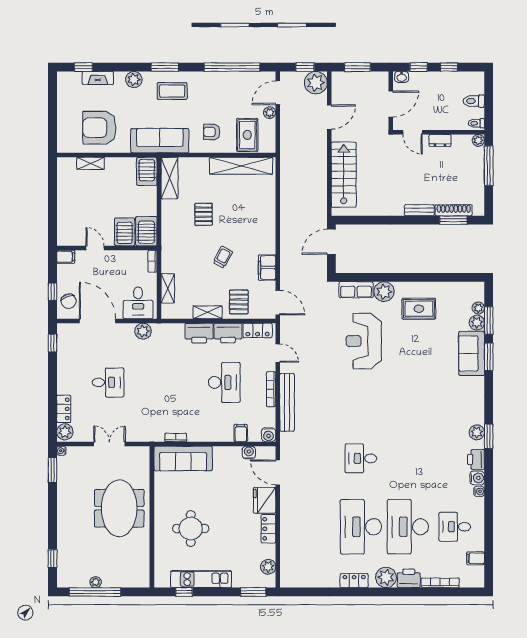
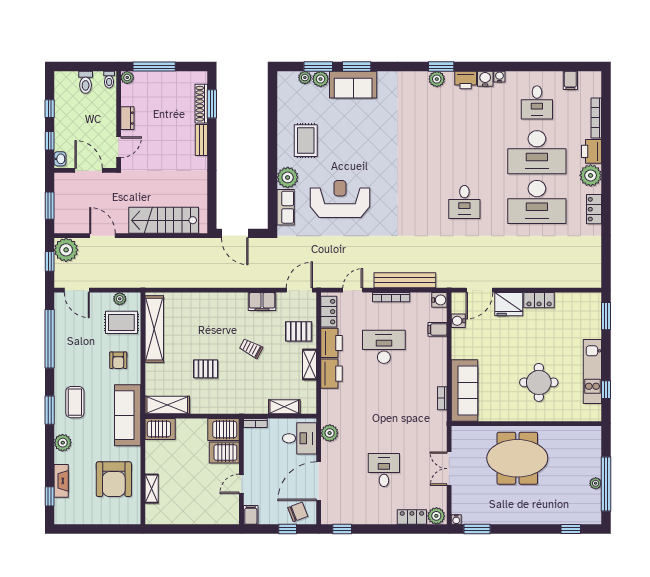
plant: (270, 113) -> (120, 299), moved
reception desk: (364, 341) -> (340, 199), turned 180
plant: (268, 567) -> (579, 300), removed

